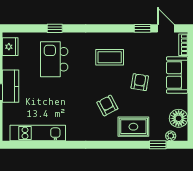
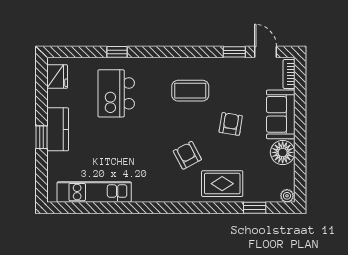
floor lamp: (179, 118) -> (283, 152), moved
plant: (171, 136) -> (287, 196), moved

